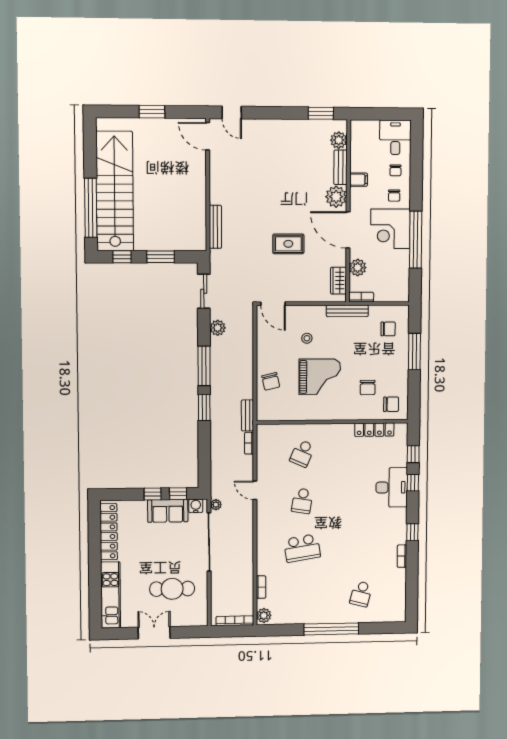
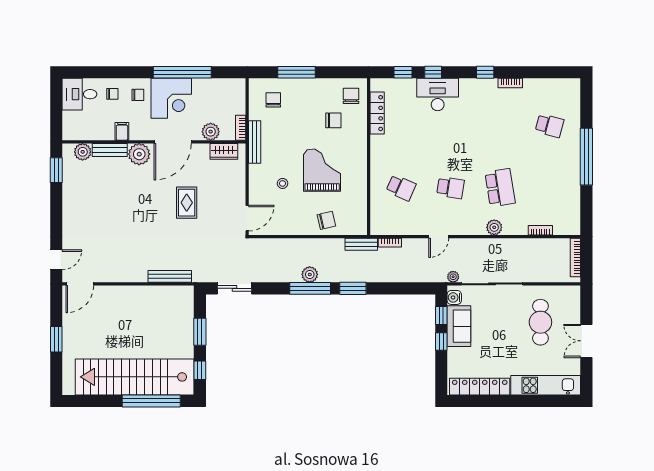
plant: (218, 328) -> (310, 274), moved
plant: (264, 615) -> (494, 227), moved

